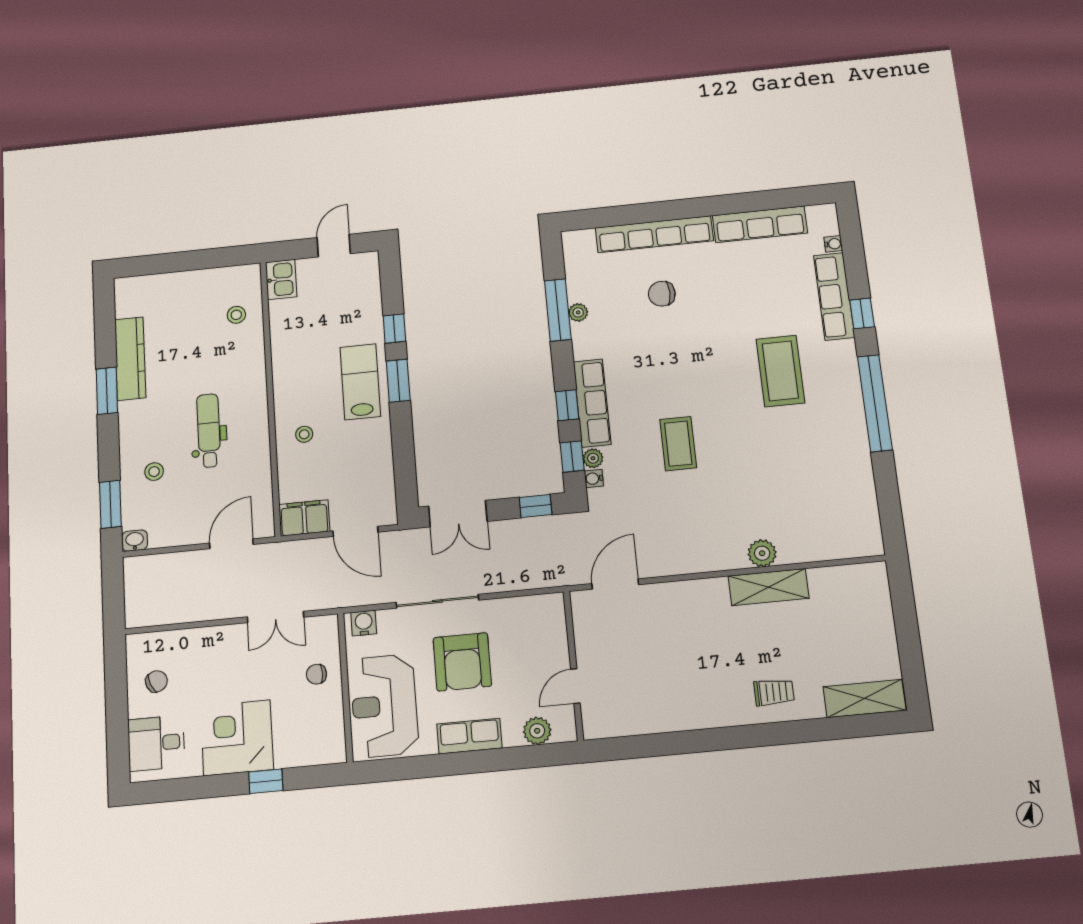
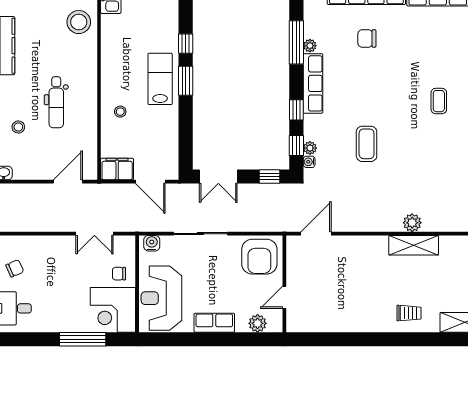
stool: (236, 315) -> (79, 22), width x1.89, depth x1.89
coffee table: (780, 371) -> (439, 101), width x0.54, depth x0.58
row of seats: (592, 403) -> (313, 83), moved
dental chair: (209, 431) -> (56, 102), turned 180
armchair: (462, 662) -> (259, 257), moved
corner desk: (237, 738) -> (113, 310), moved, turned -90
window: (266, 781) -> (83, 339), width x2.17

